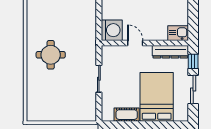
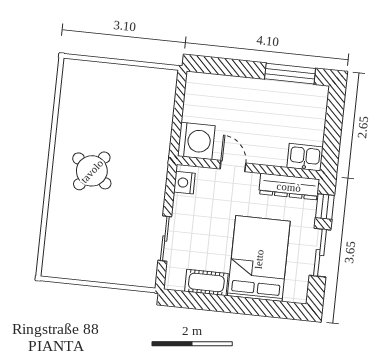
round table: (51, 55) -> (92, 171), turned 37
nightstand: (107, 56) -> (184, 183), added
sliding door: (99, 79) -> (165, 239), moved

